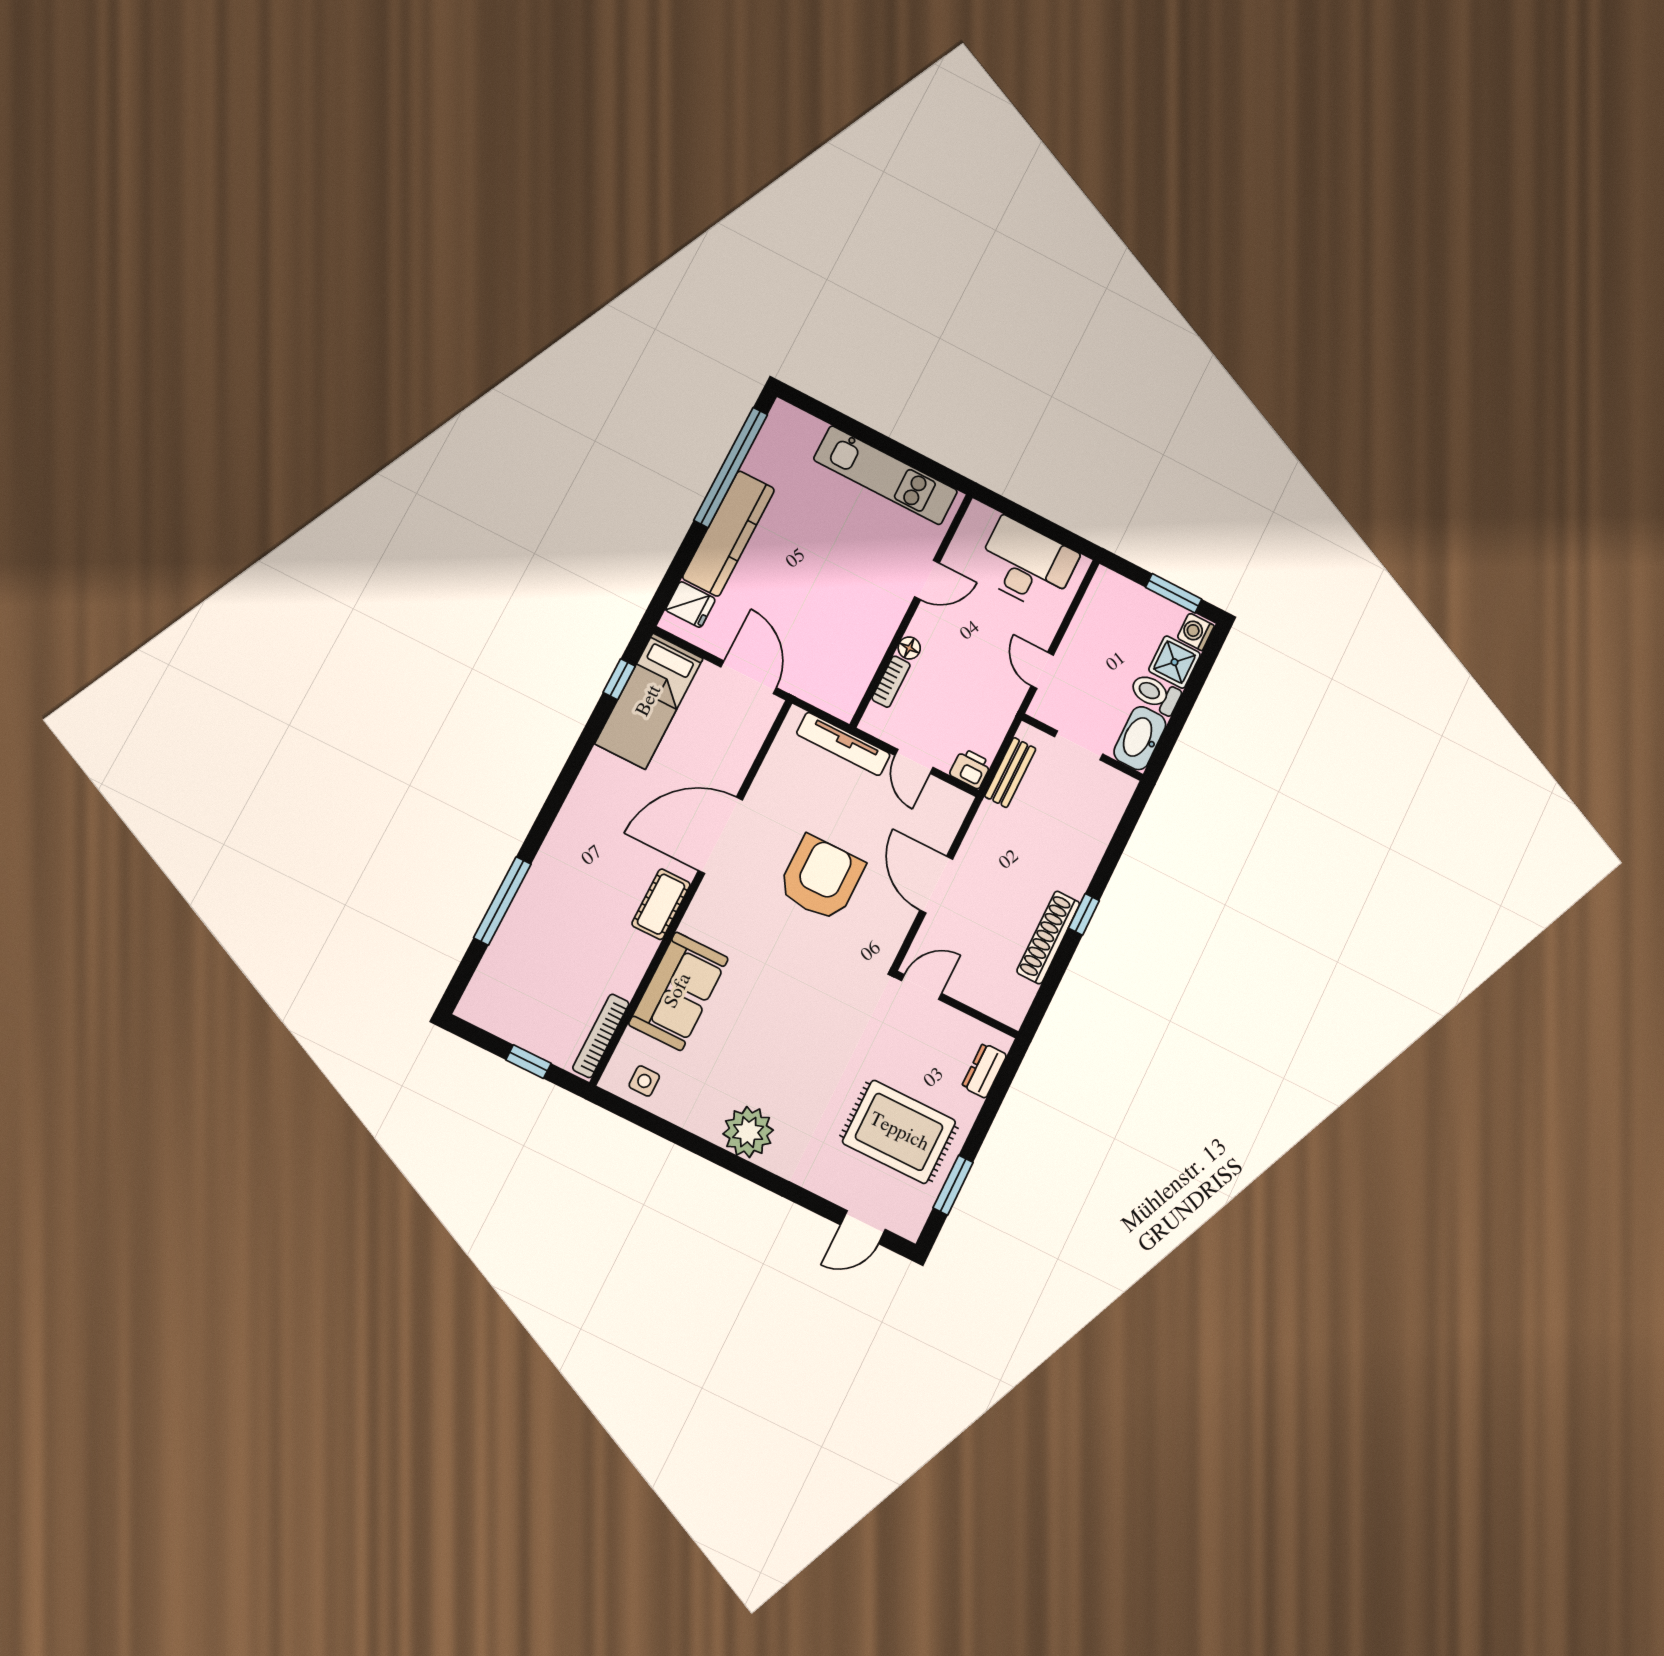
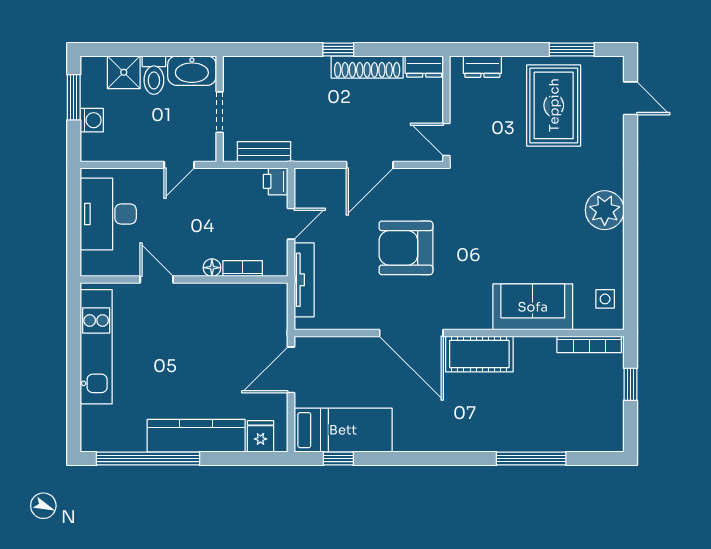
washing machine: (1196, 632) -> (92, 120), moved, turned -90
cot: (661, 904) -> (479, 354), width x1.37, depth x1.34
dresser: (1017, 1003) -> (424, 67), added

